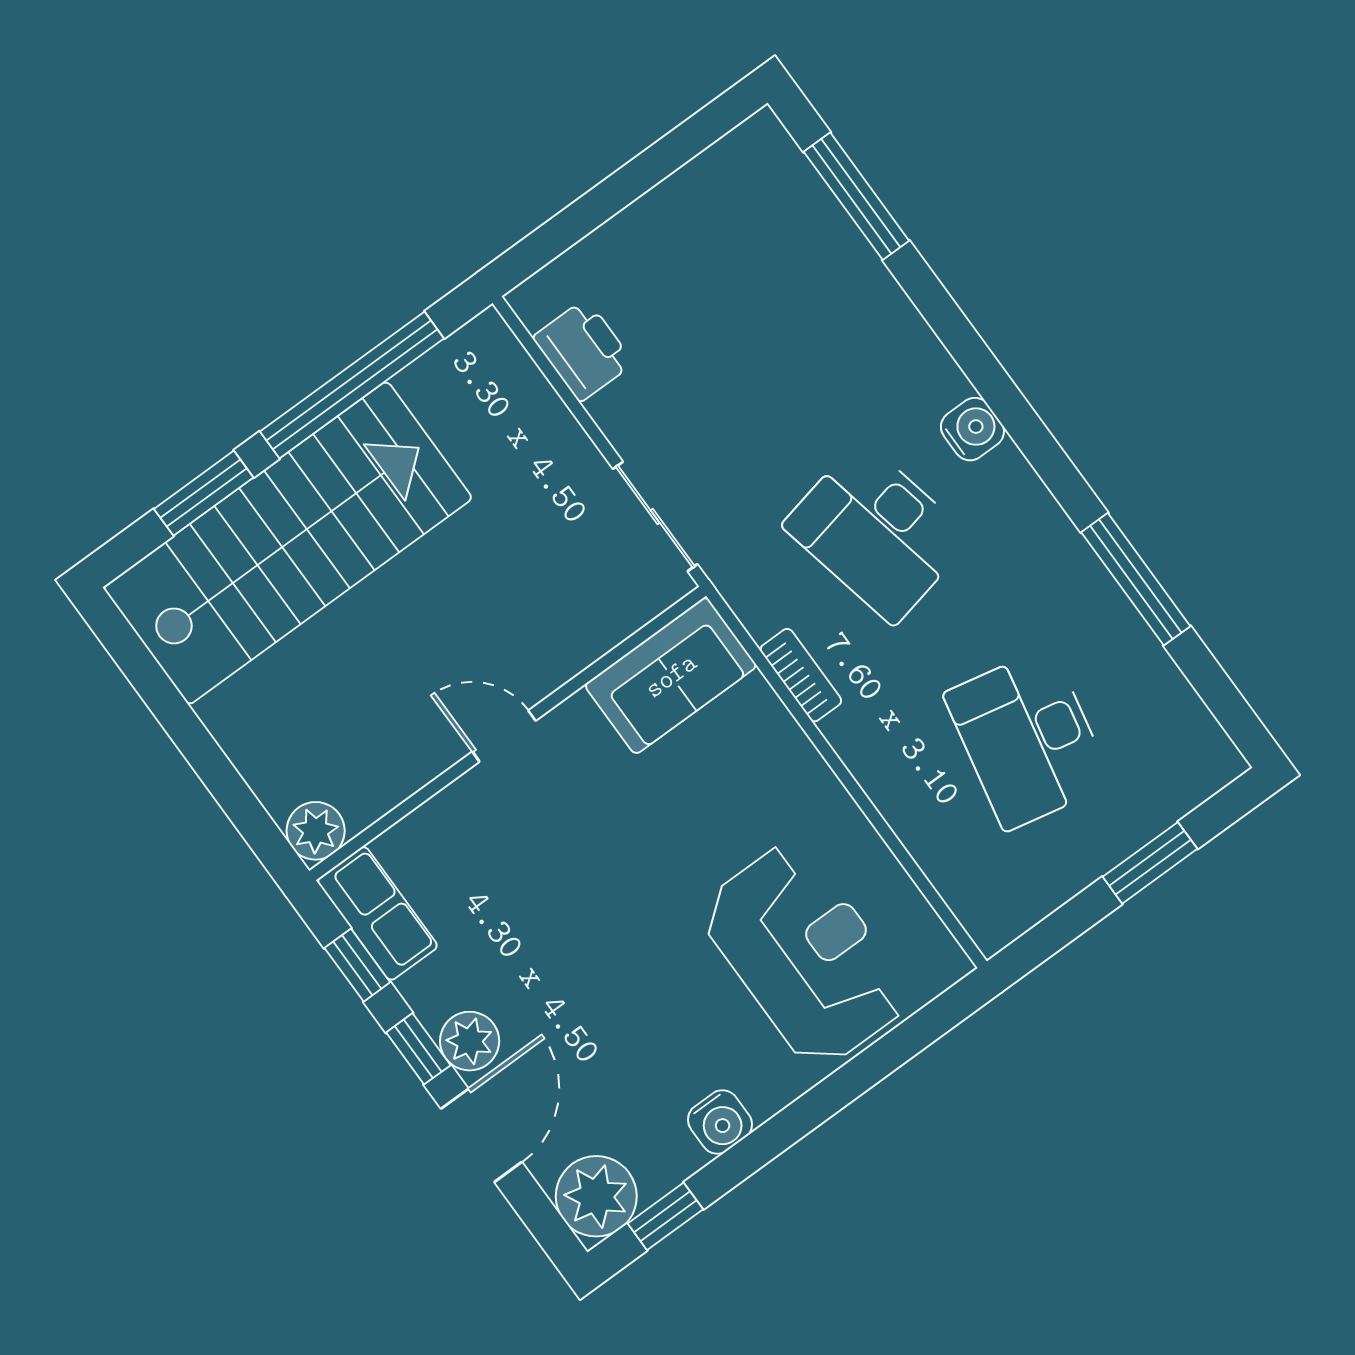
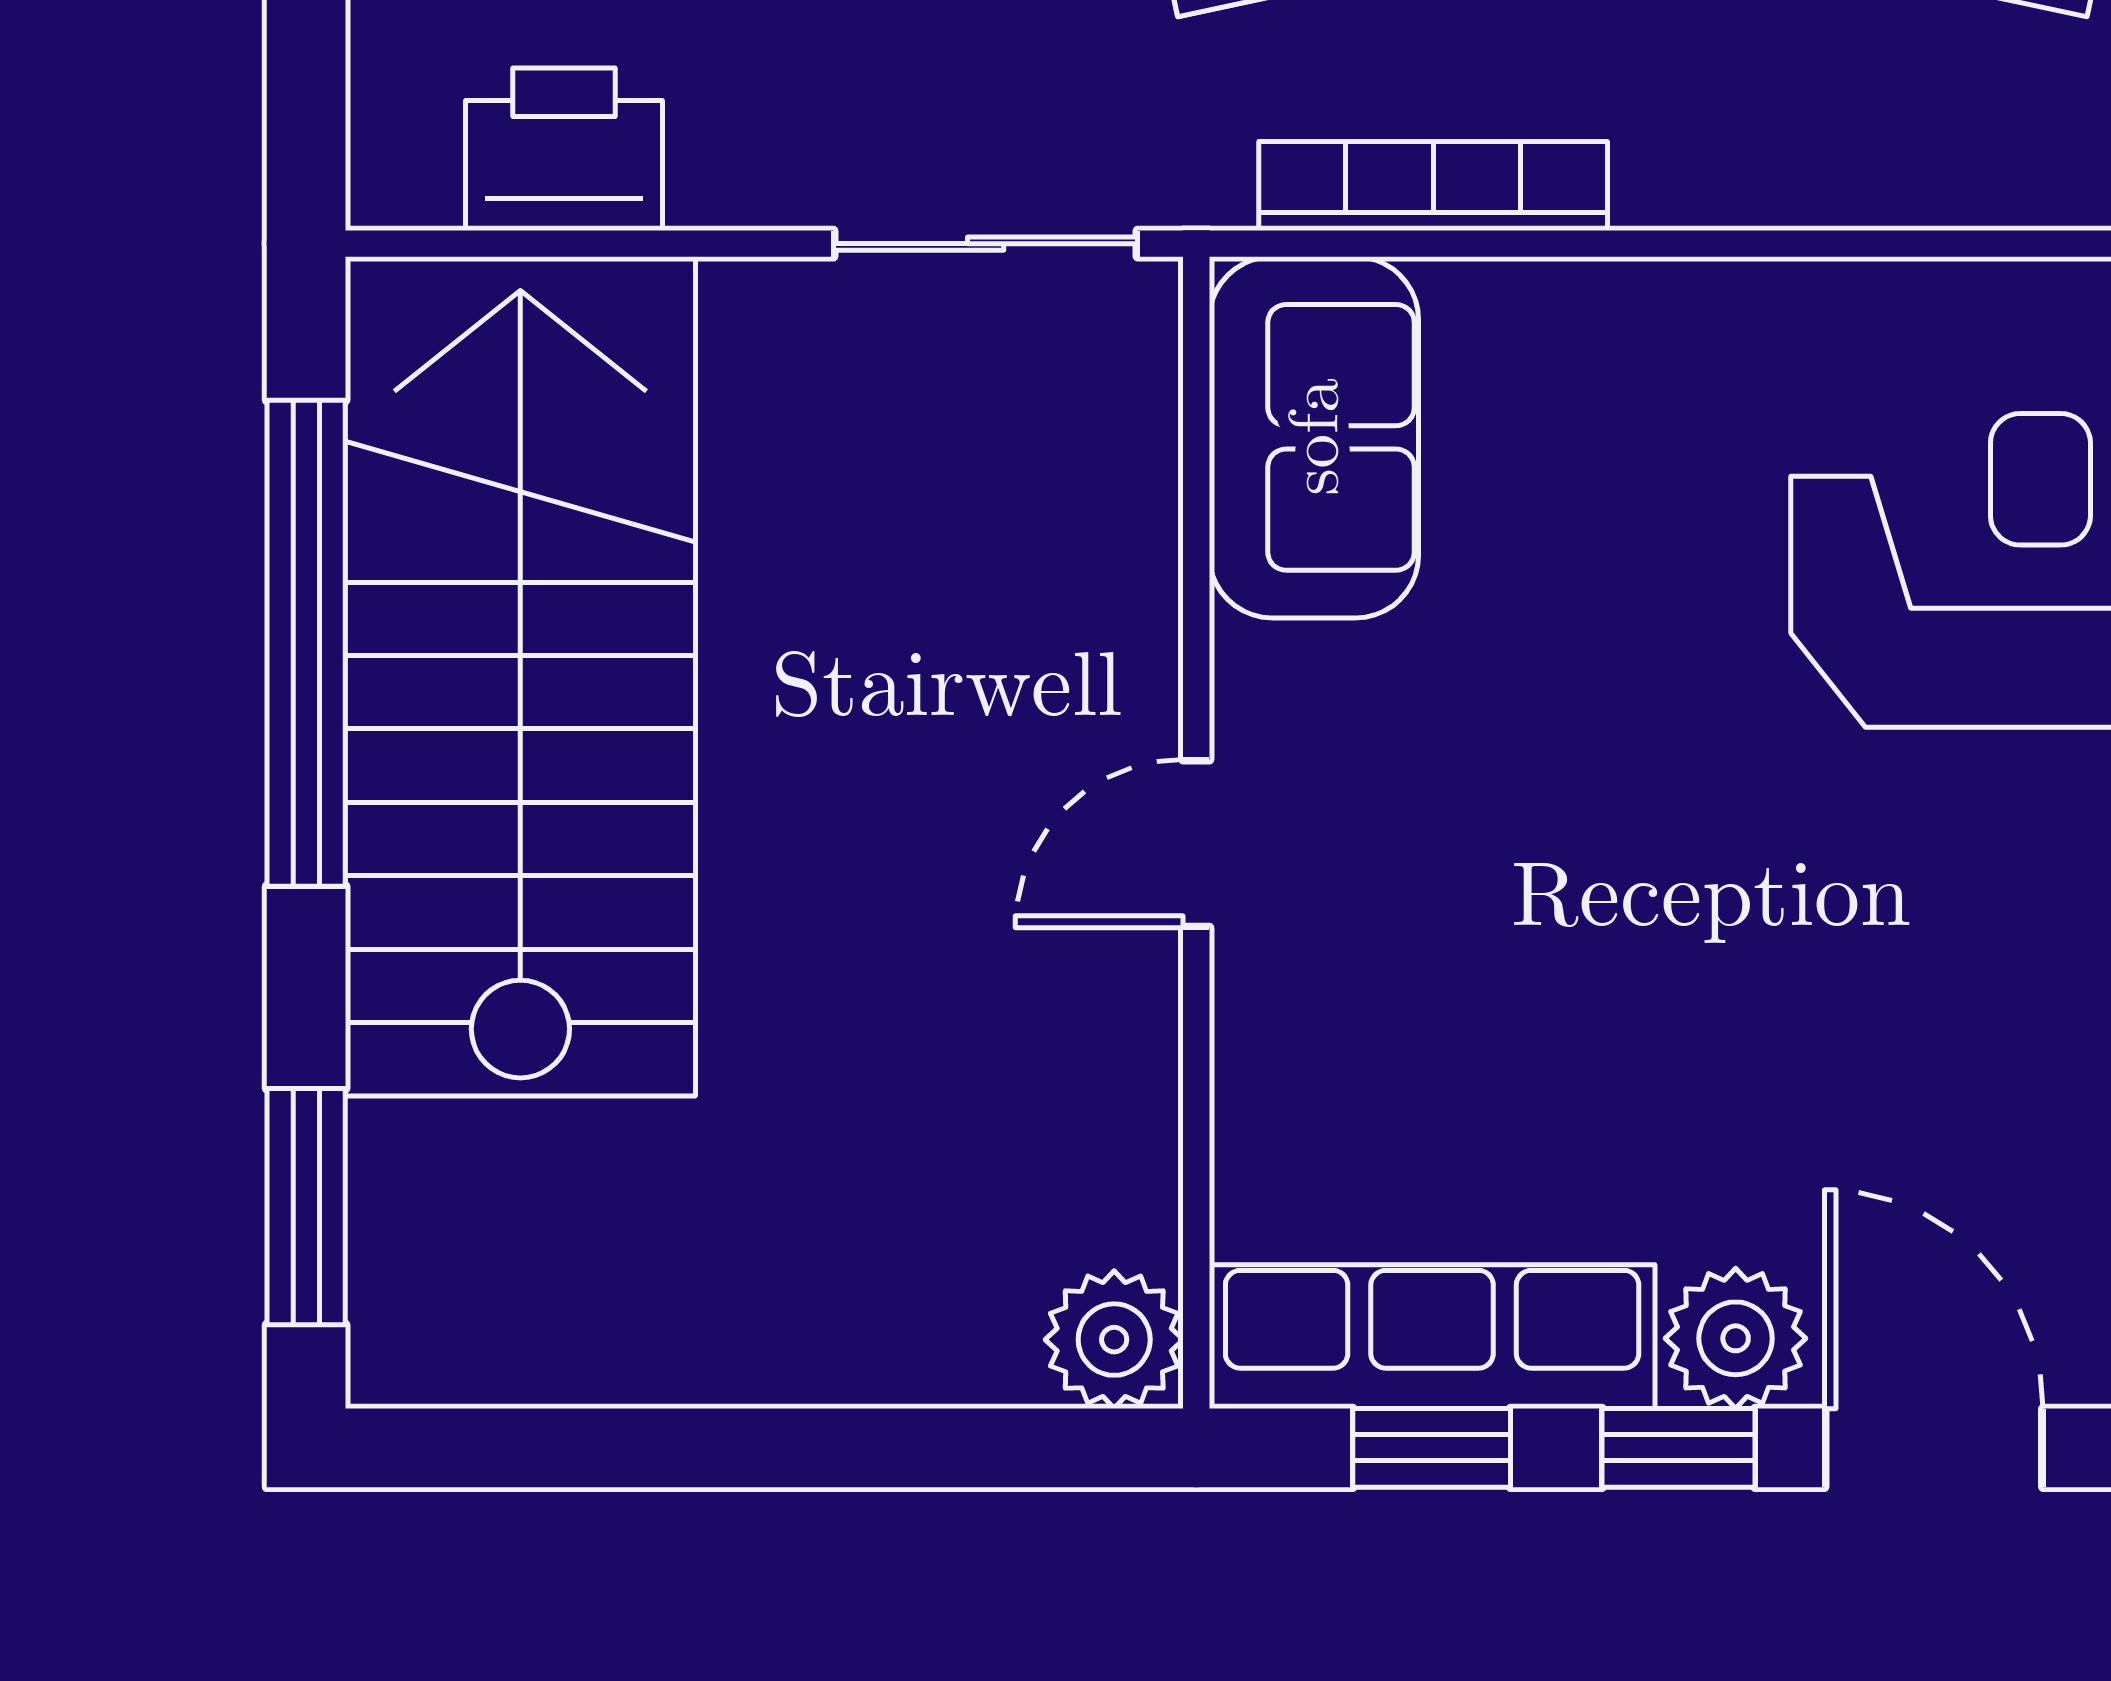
window: (204, 493) -> (306, 1207), moved
stairs: (288, 543) -> (520, 676), moved
bookcase: (801, 675) -> (1433, 186), width x1.56
row of seats: (377, 913) -> (1432, 1337), width x1.48

